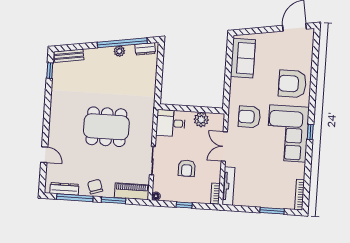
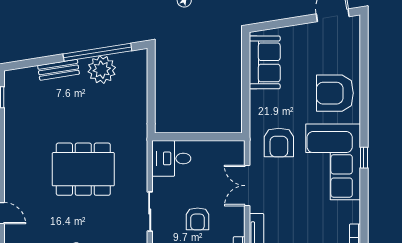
dresser: (145, 49) -> (129, 59), removed
plant: (119, 51) -> (102, 70), width x1.88, depth x1.88
bench: (69, 56) -> (59, 70), moved
armchair: (249, 117) -> (279, 142), turned -90
plant: (201, 120) -> (213, 151), removed

